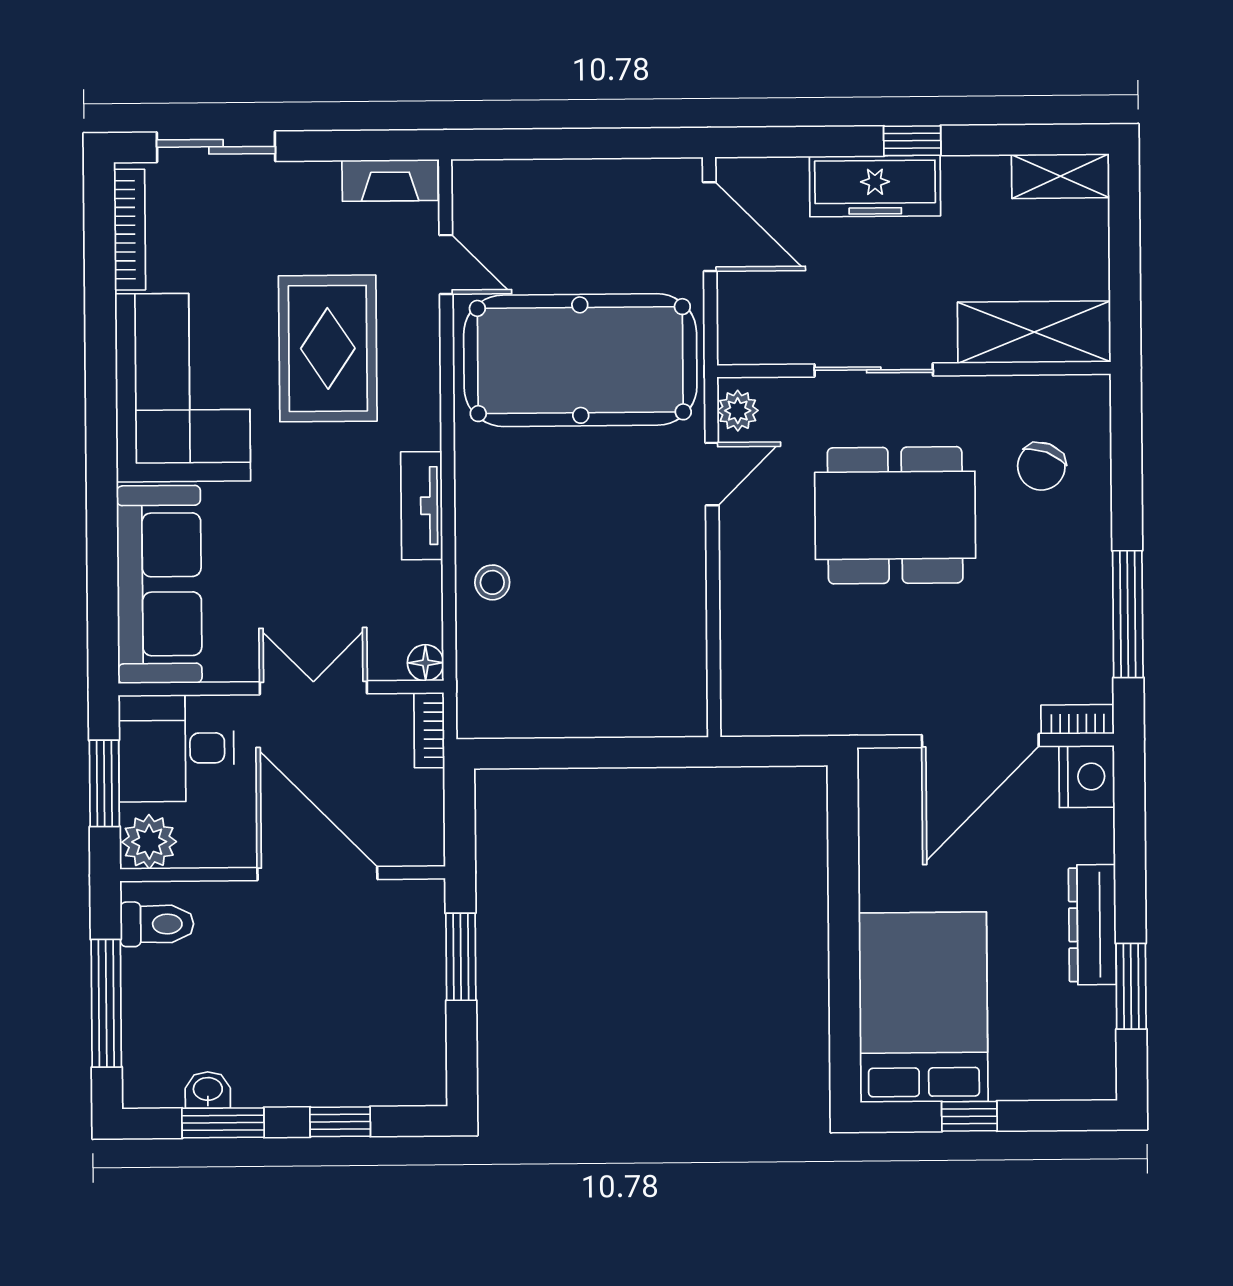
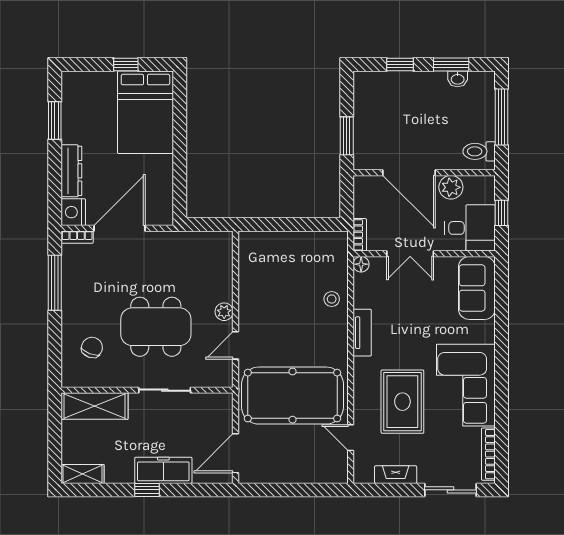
fireplace: (390, 180) -> (396, 475), moved
door: (710, 227) -> (236, 453), hinge flipped
plant: (738, 411) -> (224, 312), moved
sofa: (159, 584) -> (477, 288), width x0.73
window: (104, 783) -> (502, 213), width x0.67
plant: (149, 842) -> (451, 187), moved
dresser: (1092, 925) -> (71, 171), moved

